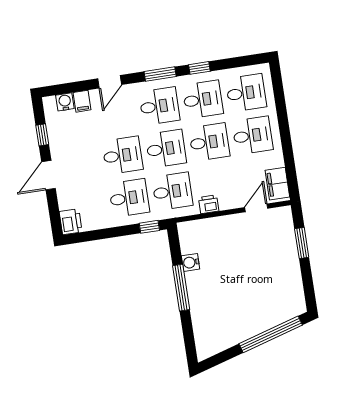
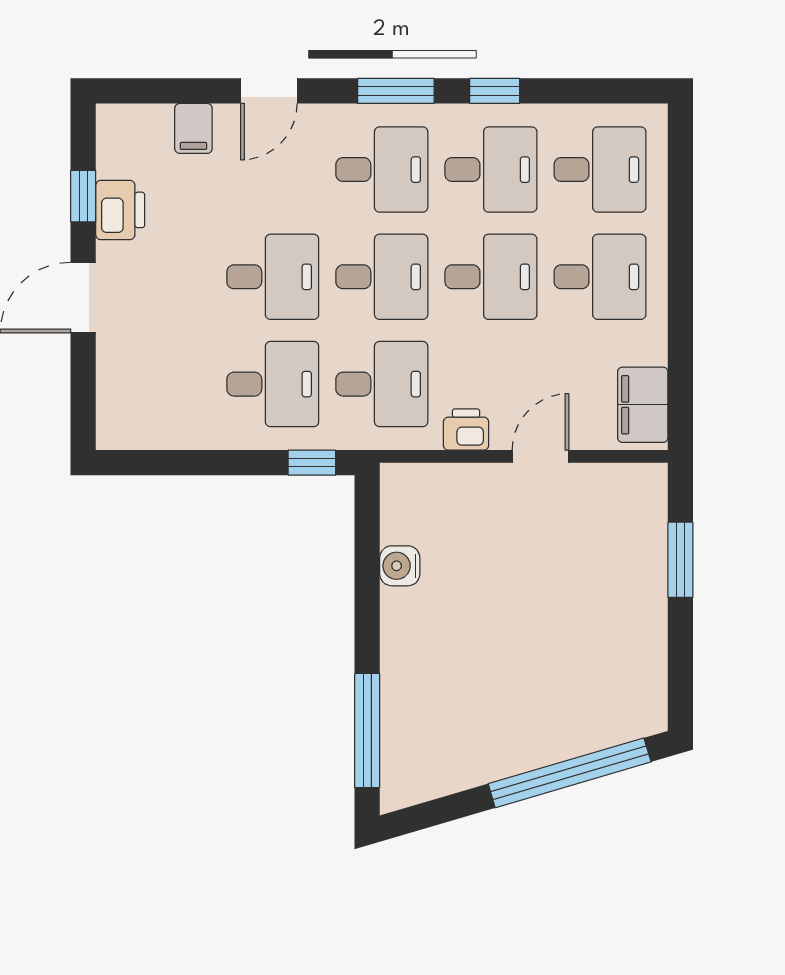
water cooler: (65, 102) -> (151, 124), removed
door: (256, 208) -> (541, 456), moved
printer: (71, 222) -> (120, 210), moved
window: (181, 288) -> (367, 730), moved

